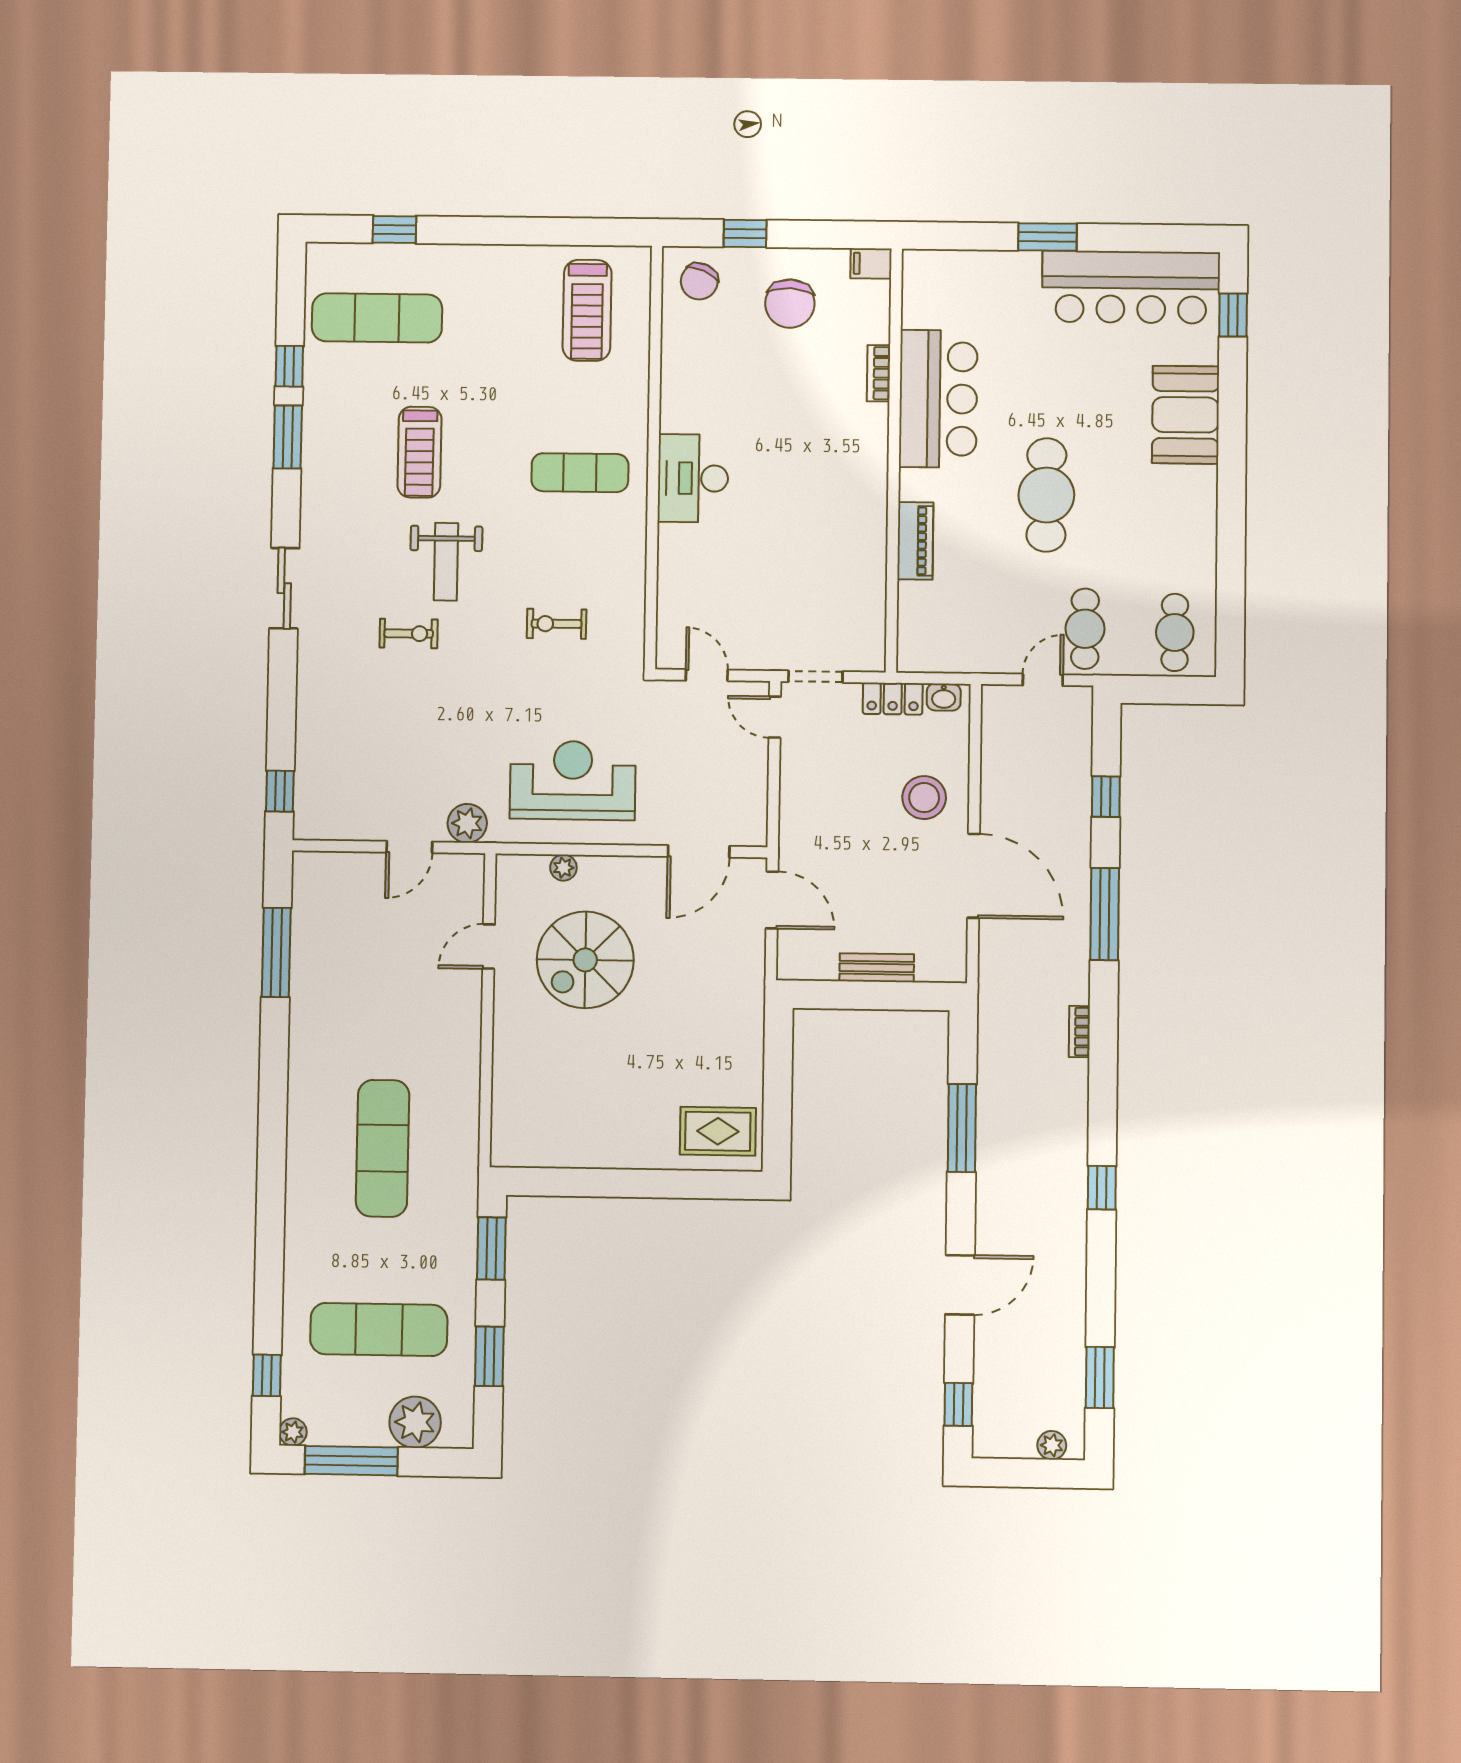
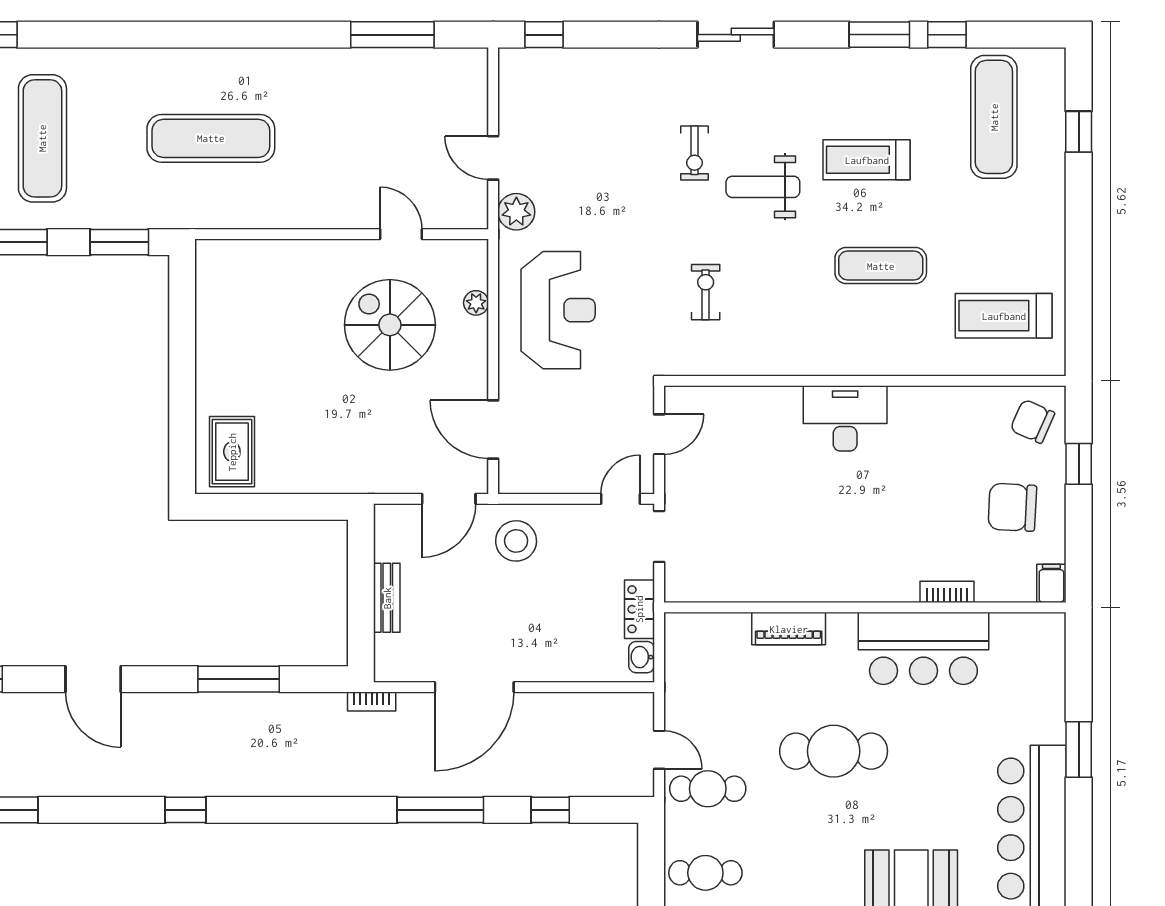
exercise mat: (580, 473) -> (881, 266), moved, turned 90
stool: (924, 798) -> (516, 541), moved
bookcase: (1079, 1032) -> (372, 701), moved, turned 180

